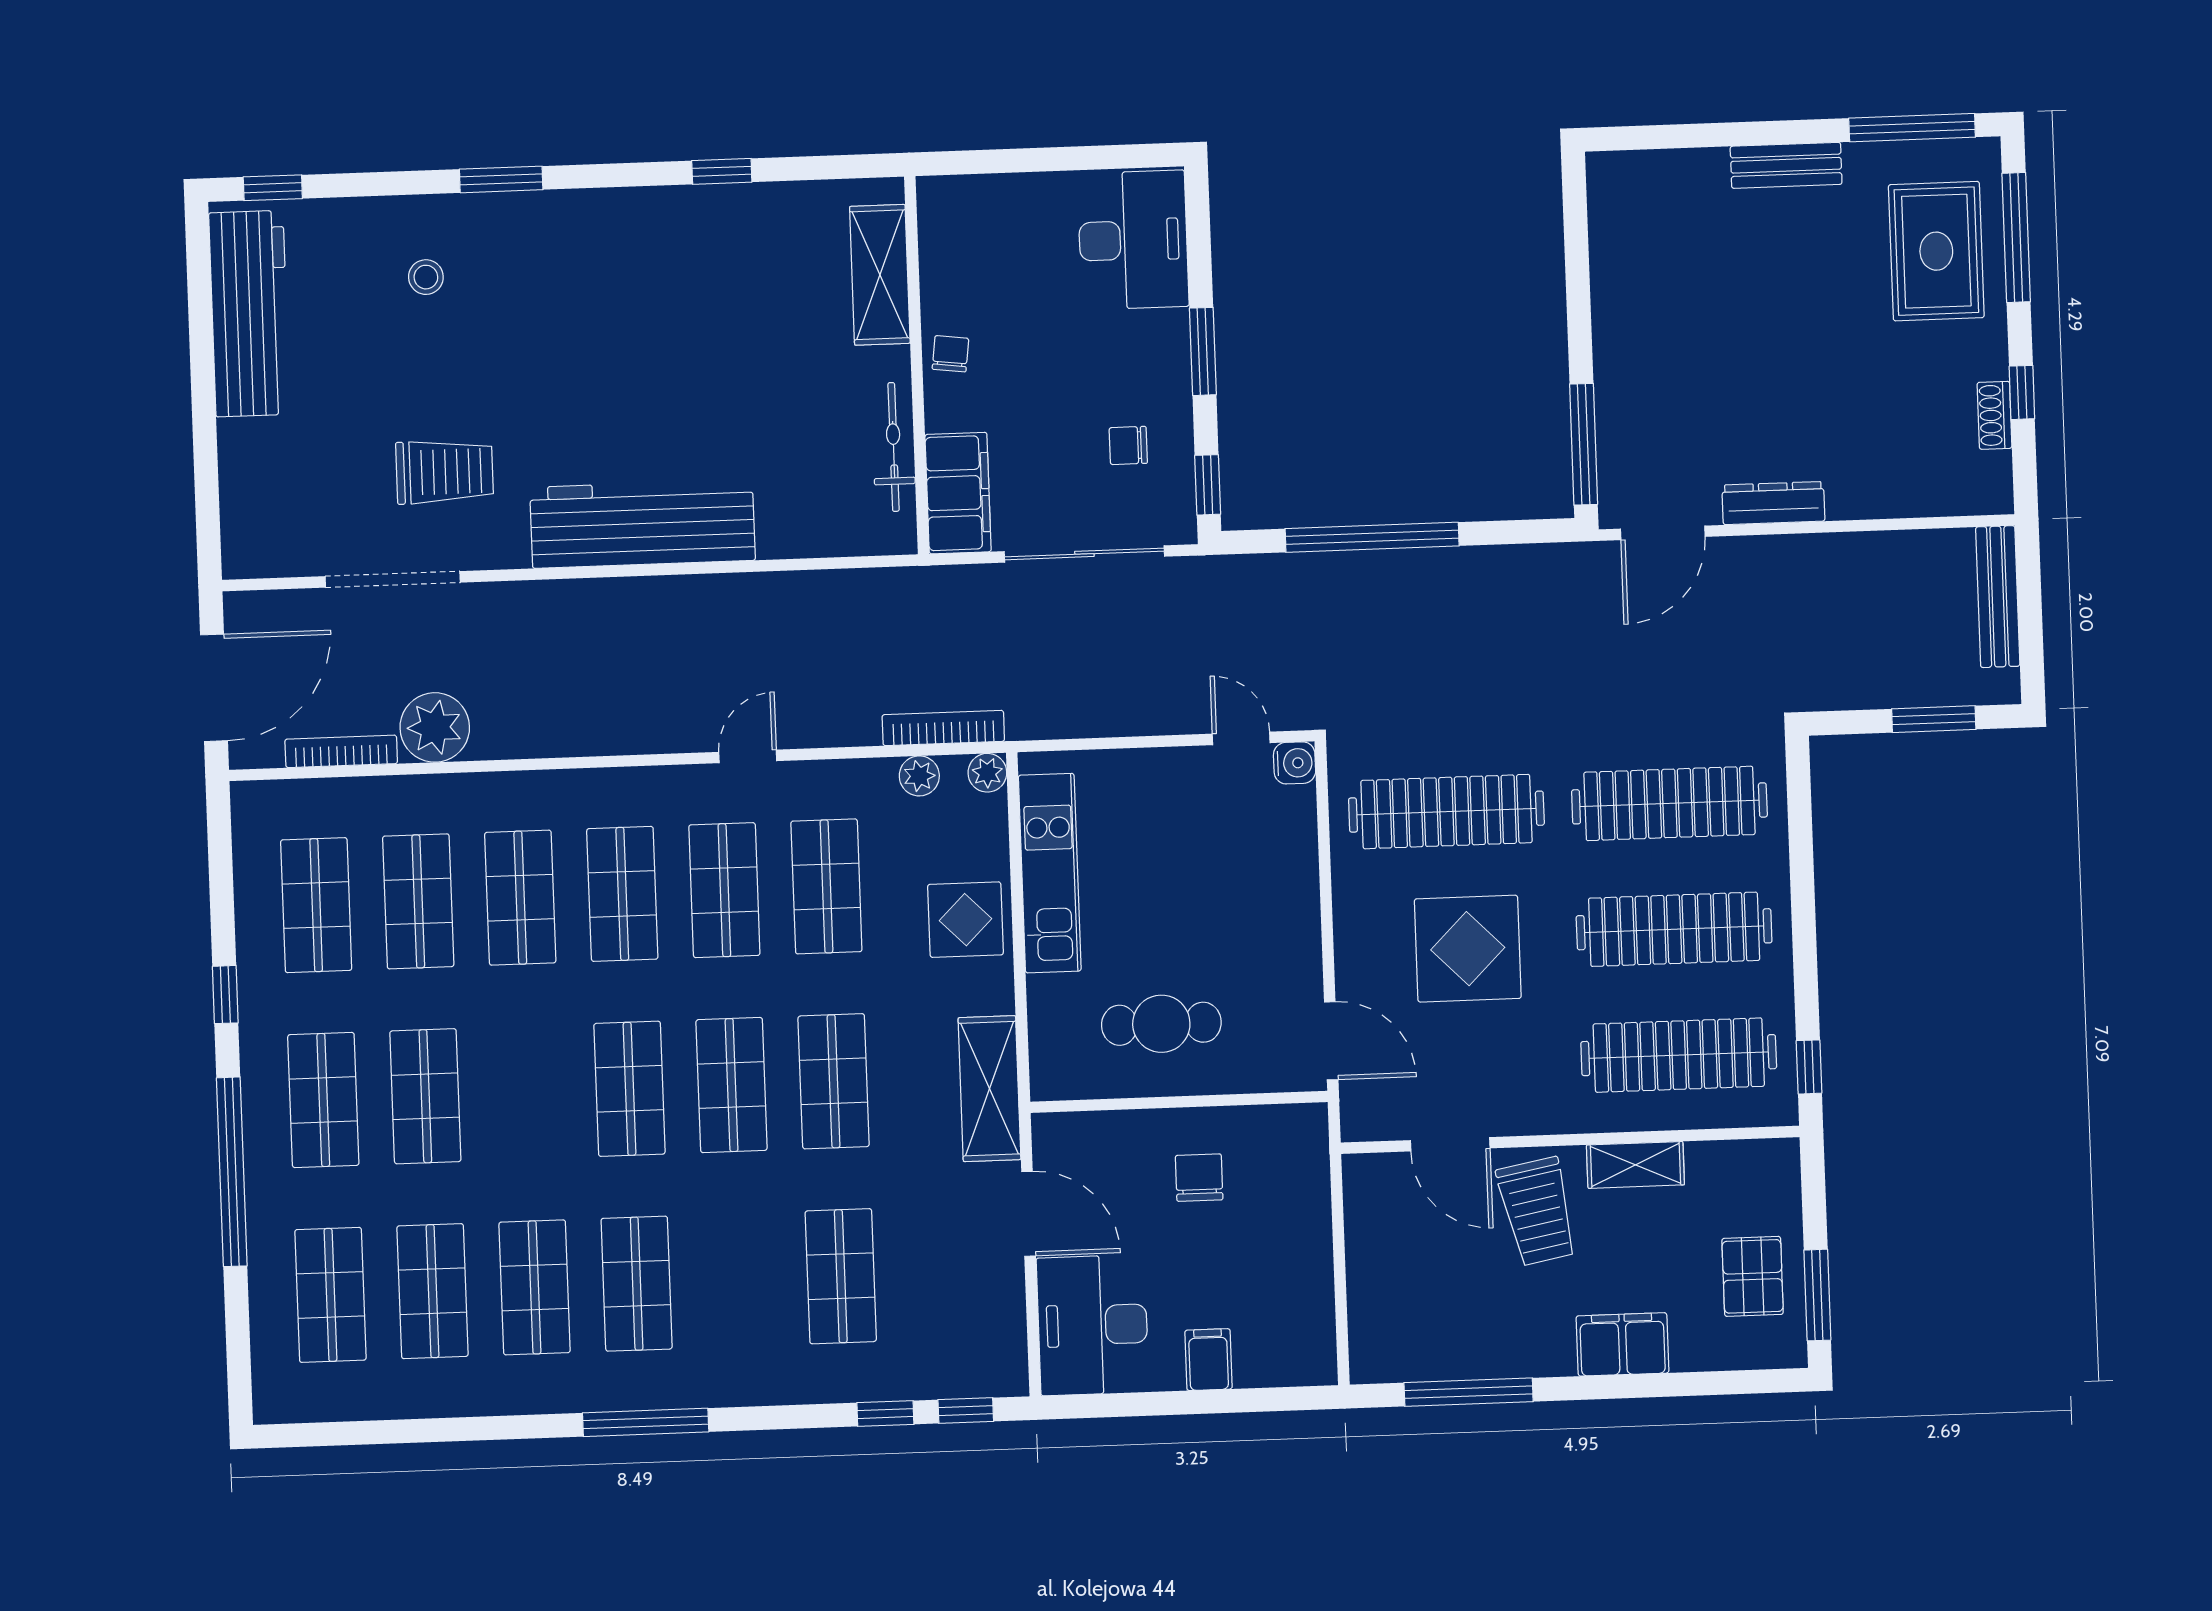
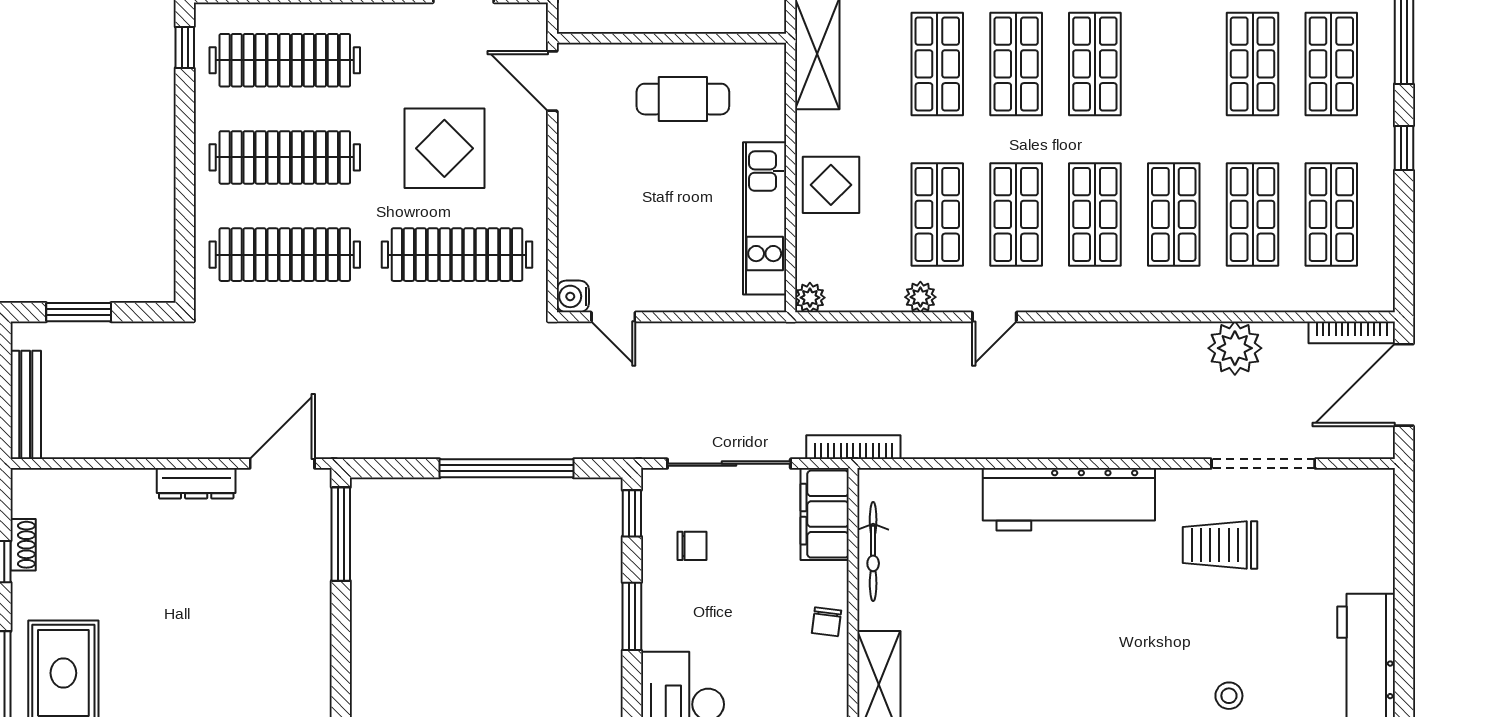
bookcase: (943, 728) -> (853, 447), moved, turned 180
bookcase: (341, 751) -> (1352, 332), moved
plant: (919, 776) -> (920, 297), moved

